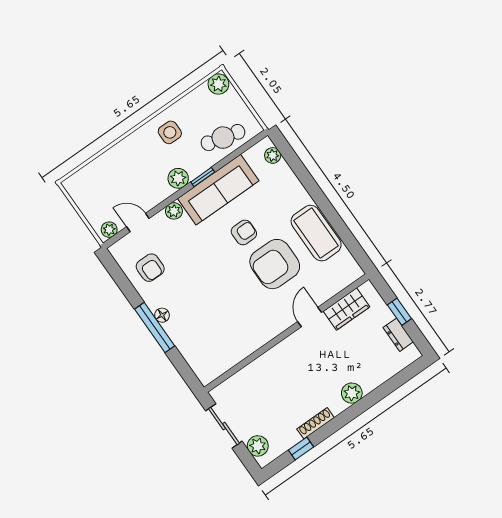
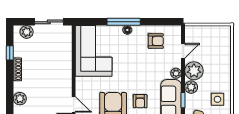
plant: (109, 230) -> (194, 71), moved, width x1.87, depth x1.87
armchair: (150, 268) -> (156, 41), turned 180
corner sofa: (221, 340) -> (94, 51), added

